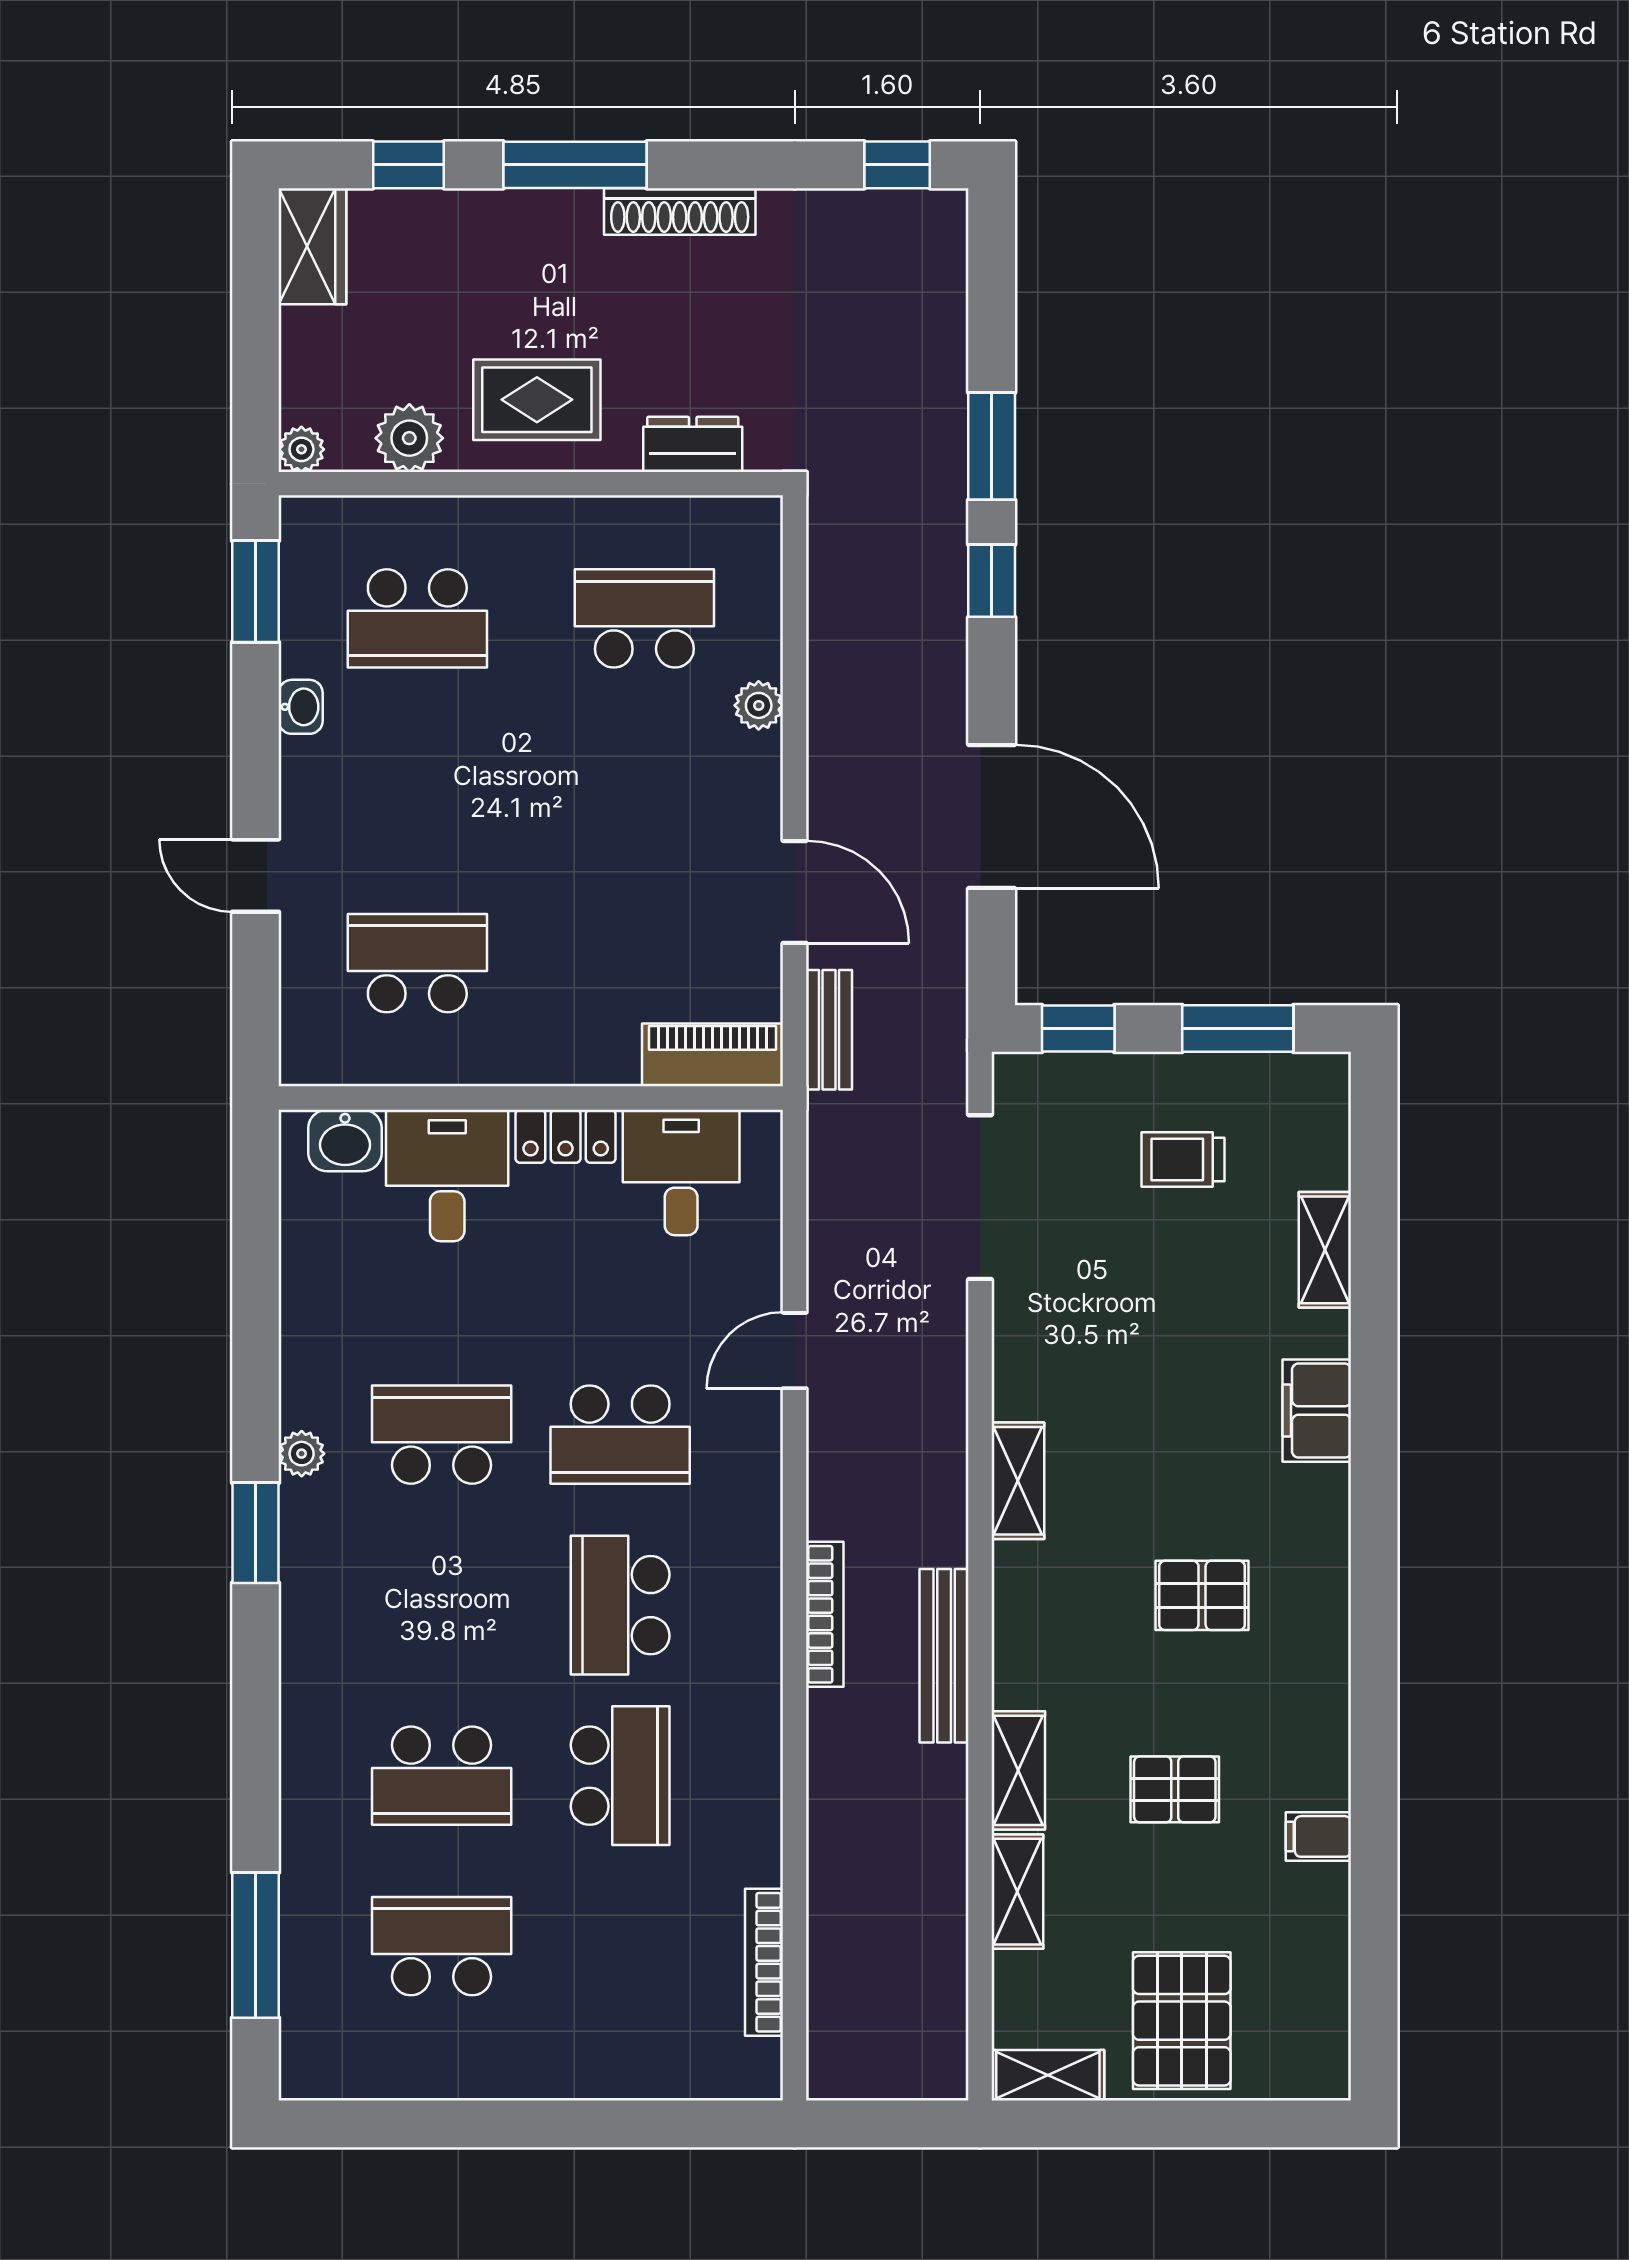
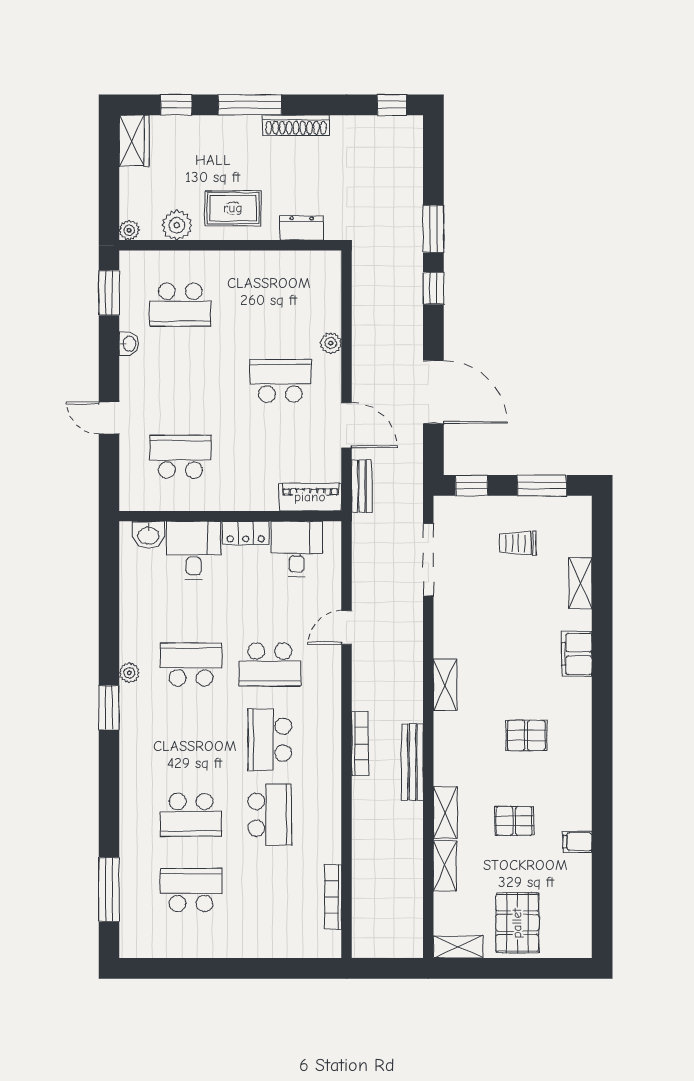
school desk: (644, 618) -> (280, 381), moved

